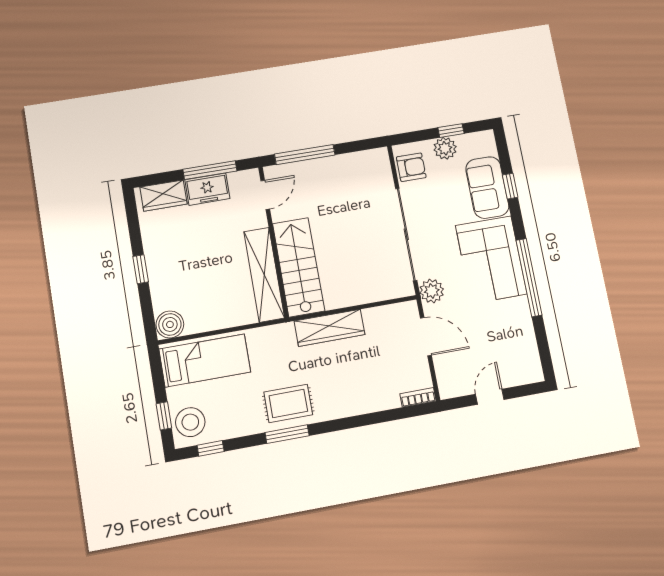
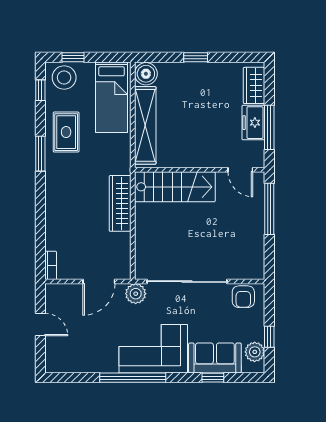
plant: (445, 148) -> (255, 352), moved
shelving: (264, 275) -> (145, 125), moved, turned 90
rug: (288, 403) -> (66, 132), moved

